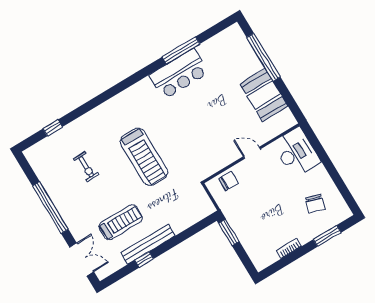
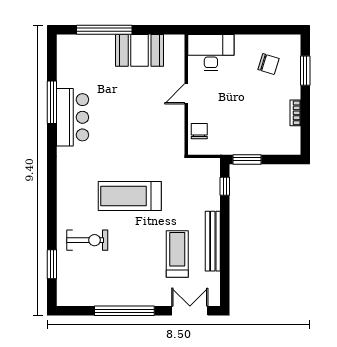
window: (53, 128) -> (52, 264), width x1.50
treadmill: (144, 157) -> (130, 196), turned 180
exercise bike: (86, 167) -> (87, 240), moved, width x1.38, depth x1.39
window: (144, 260) -> (225, 186), moved

